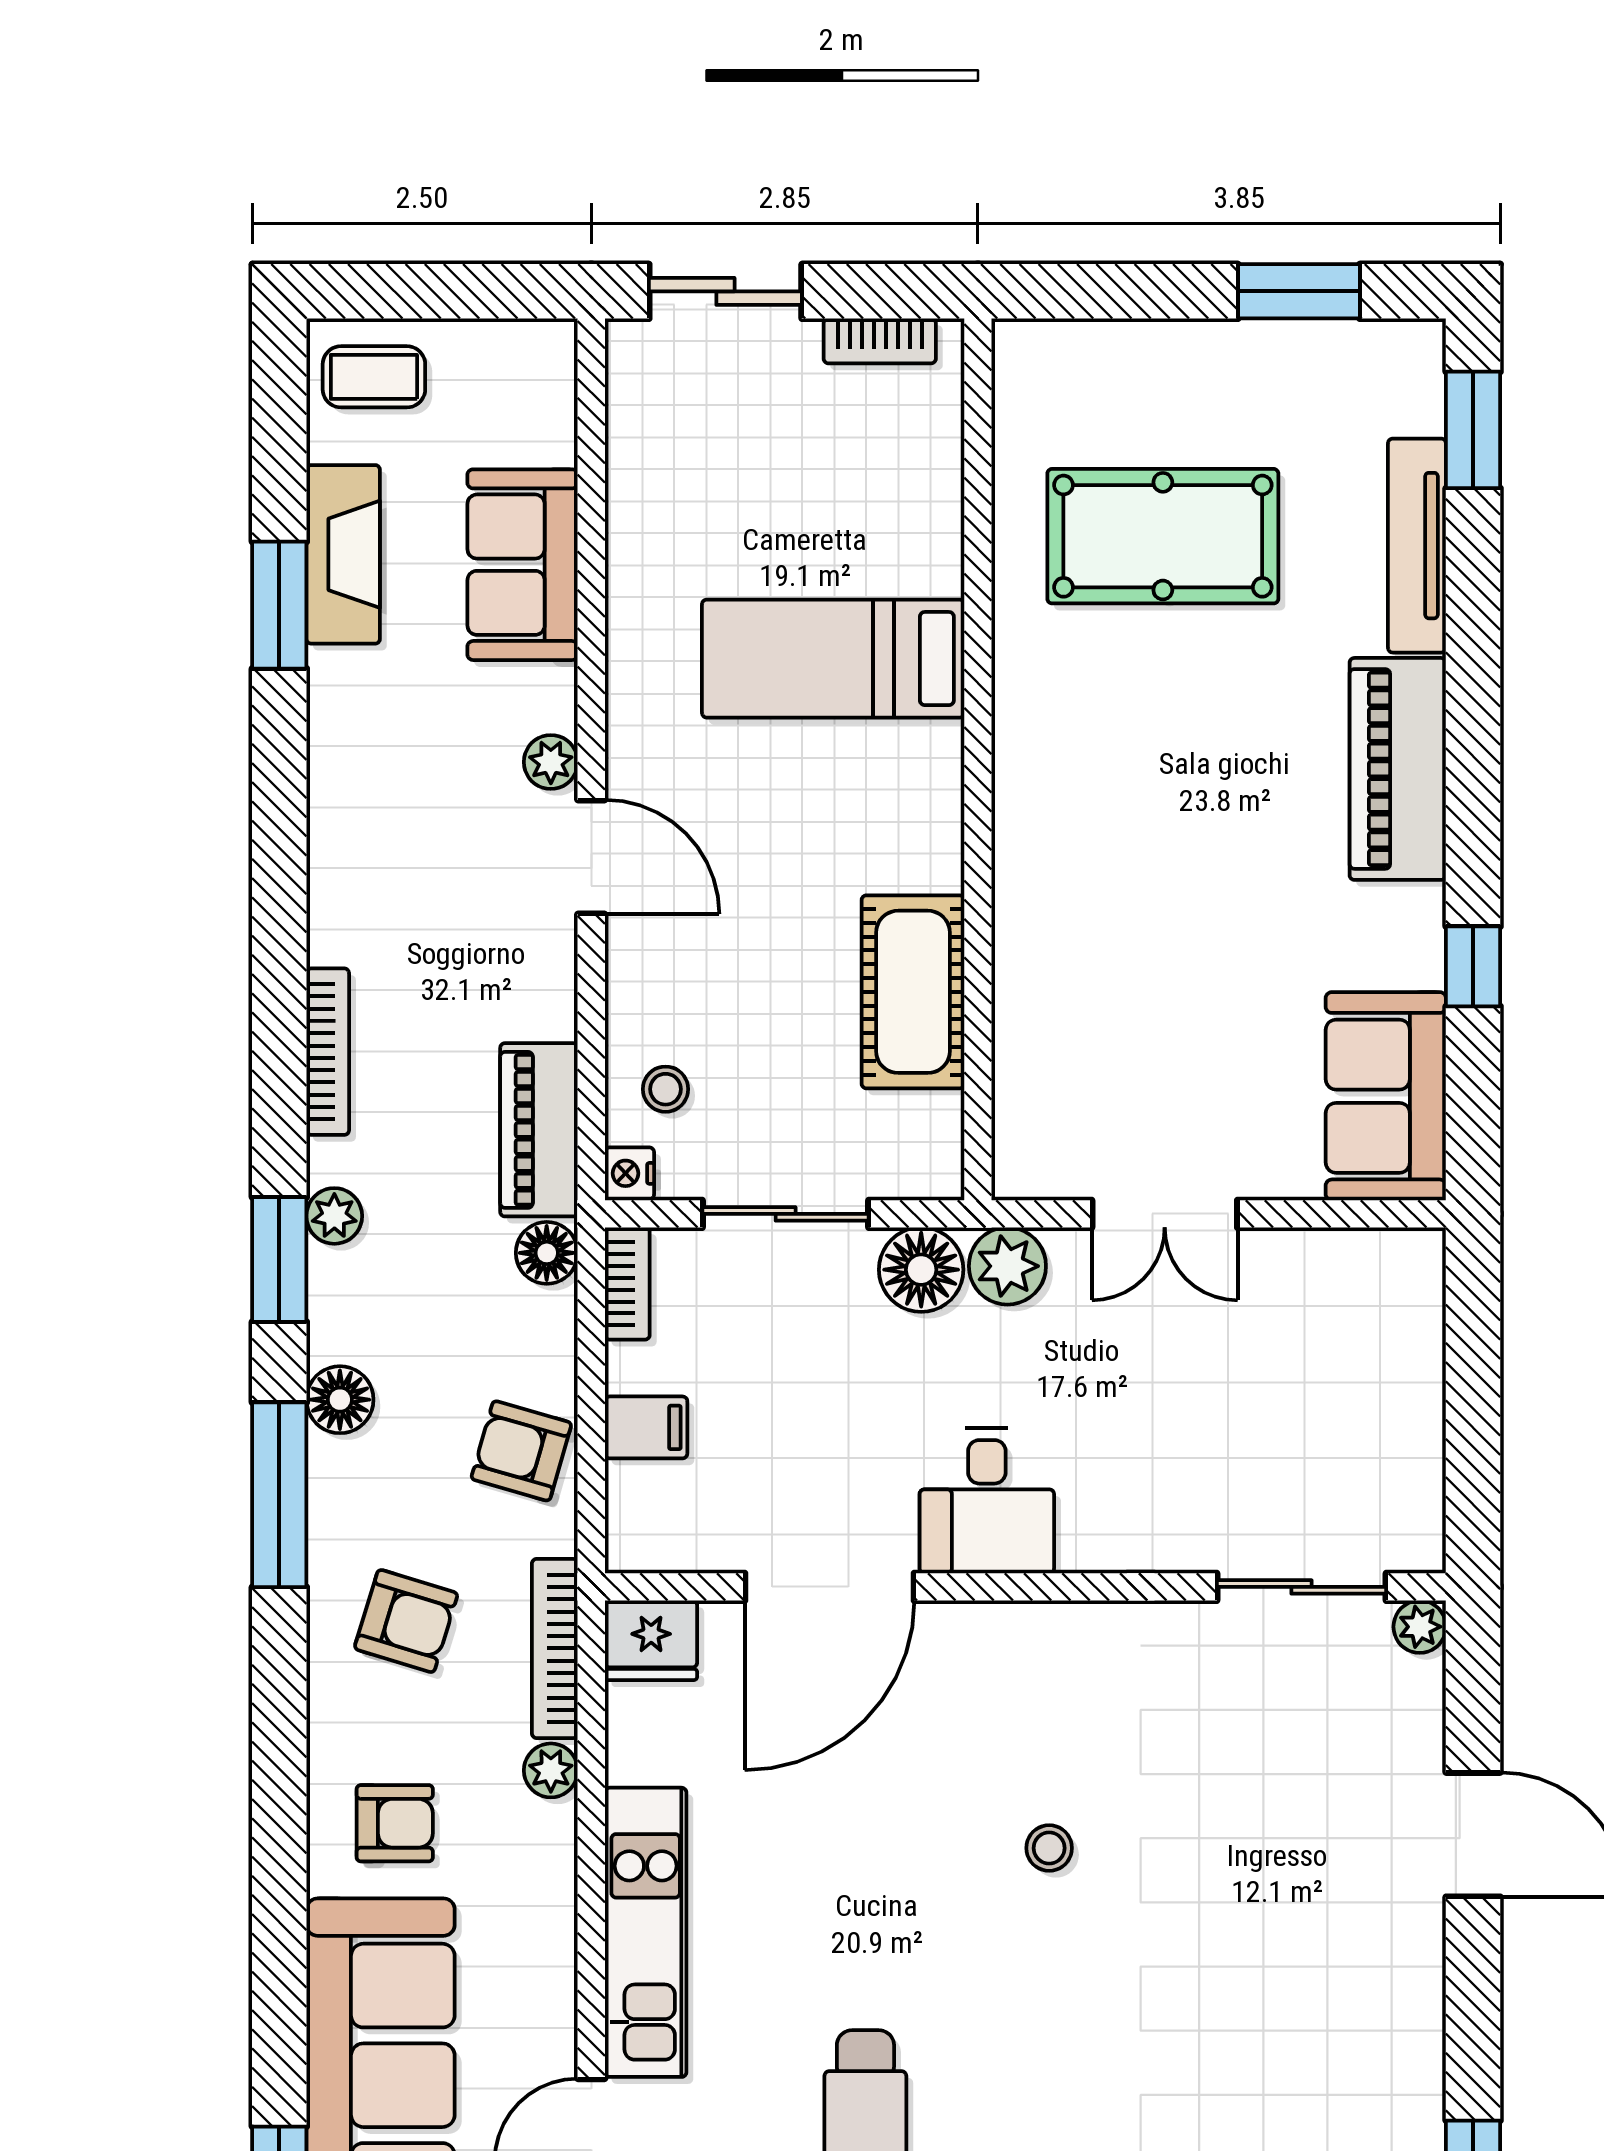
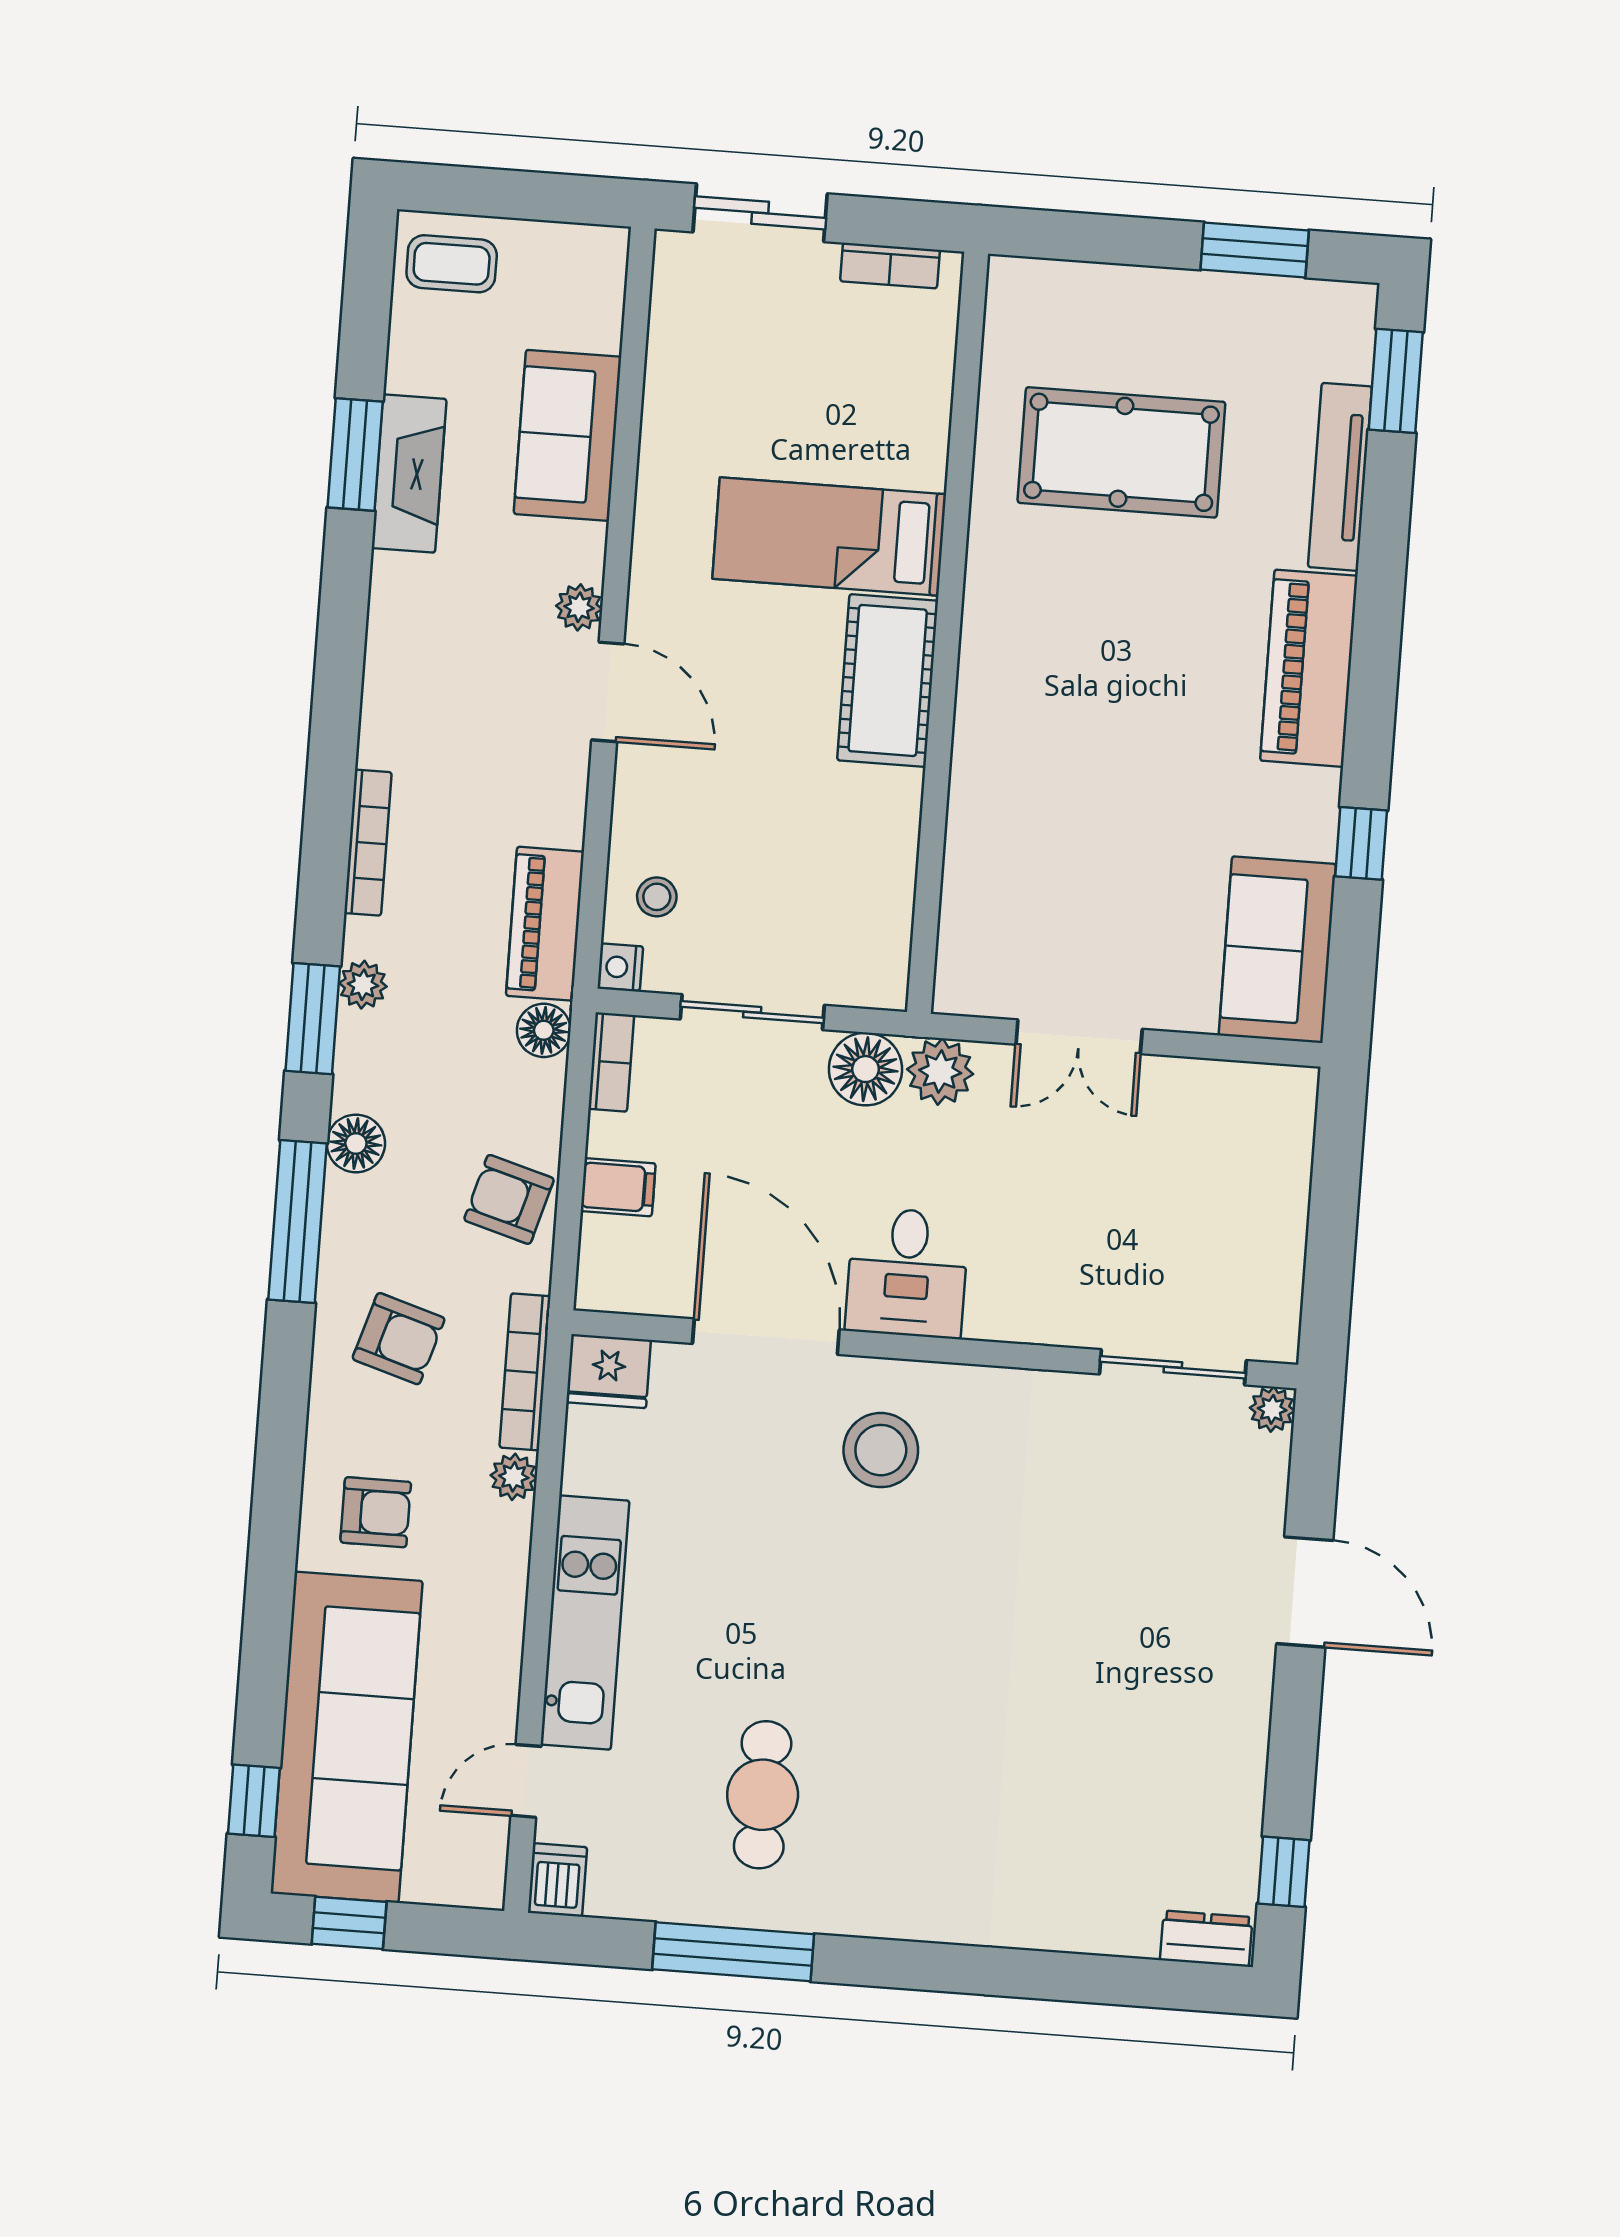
fireplace: (343, 554) -> (409, 474), moved
cot: (913, 992) -> (888, 680), moved
door: (830, 1587) -> (766, 1337), swing flipped
stool: (1049, 1848) -> (881, 1450), moved, width x1.89, depth x1.89

